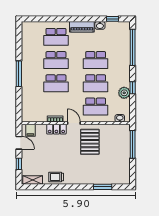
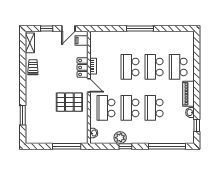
door: (74, 123) -> (89, 85), hinge flipped

